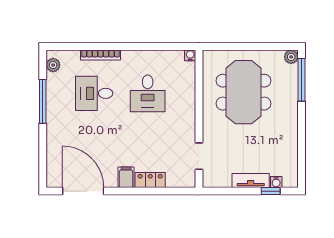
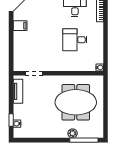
plant: (291, 57) -> (73, 133), moved
locker: (150, 180) -> (18, 41), removed
tv unit: (251, 181) -> (18, 91), moved

